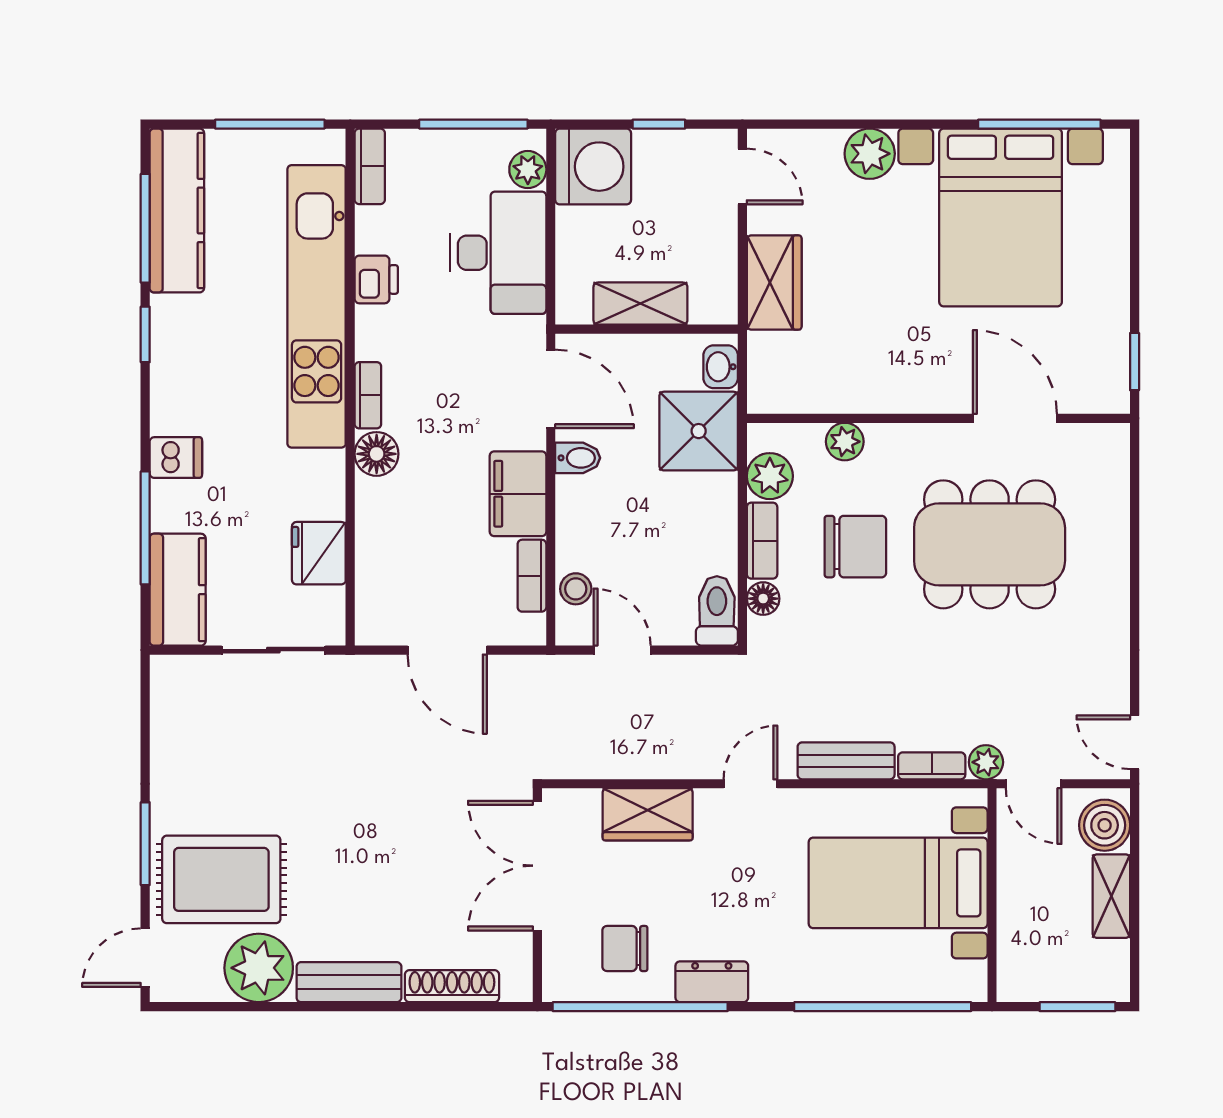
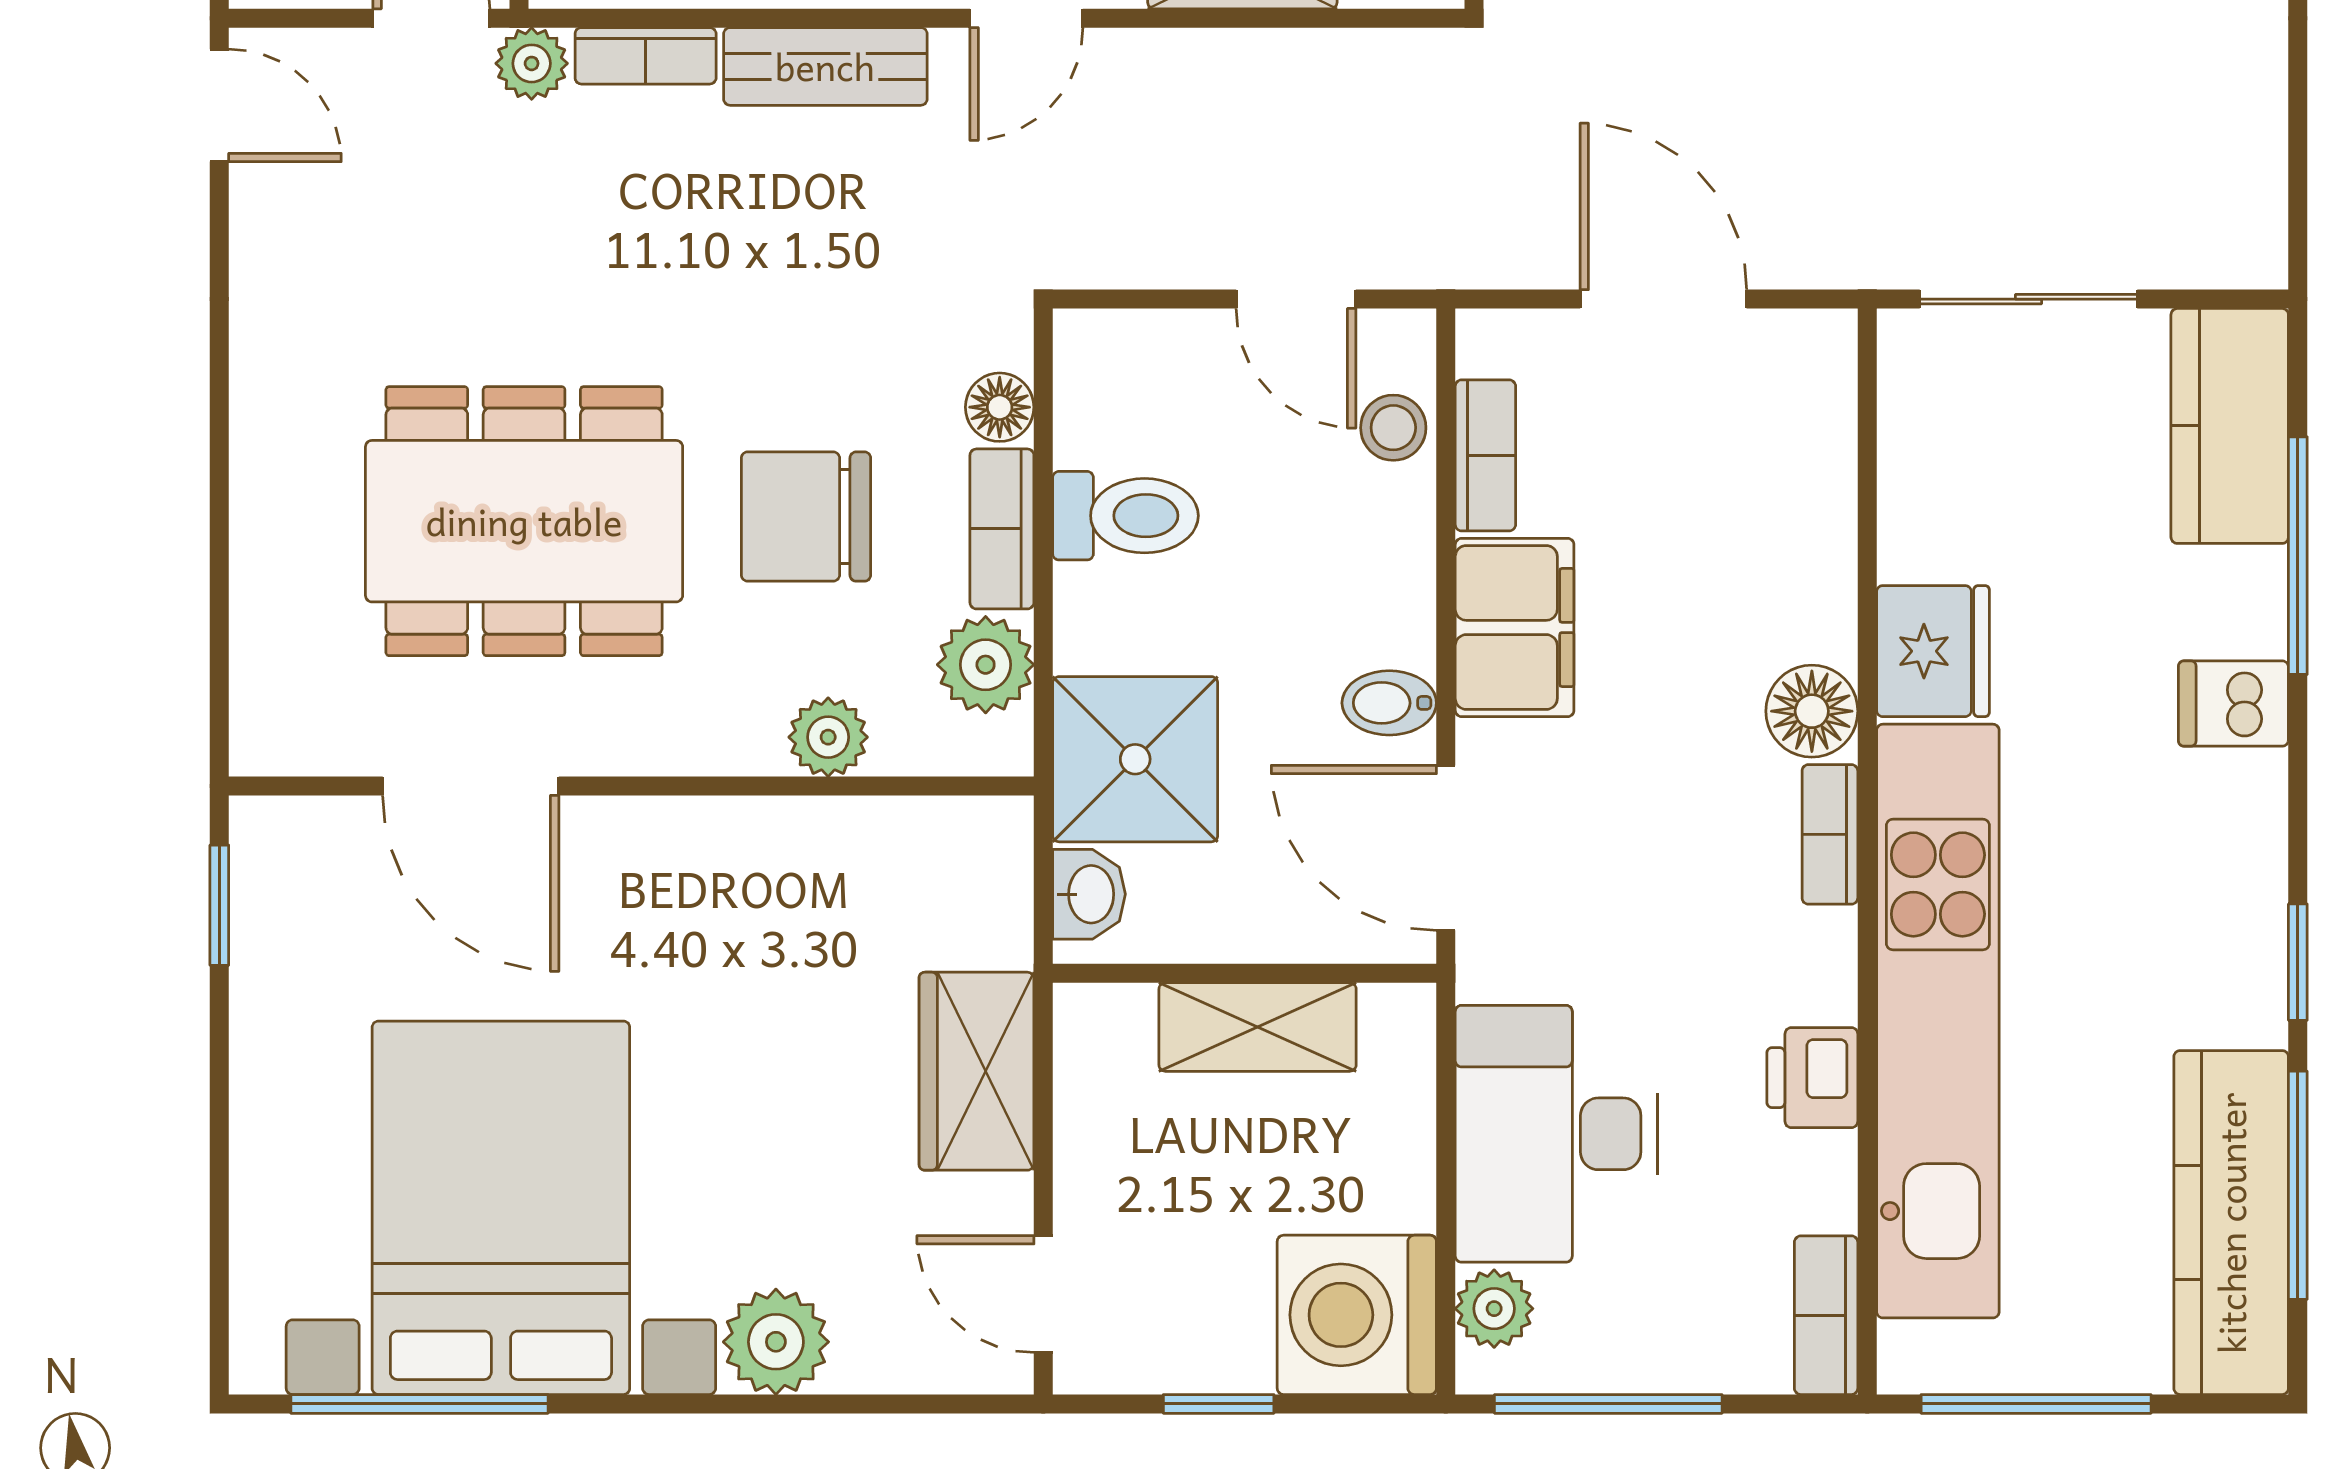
fridge: (319, 553) -> (1933, 651), moved
toilet: (717, 611) -> (1125, 516), moved, turned -90

